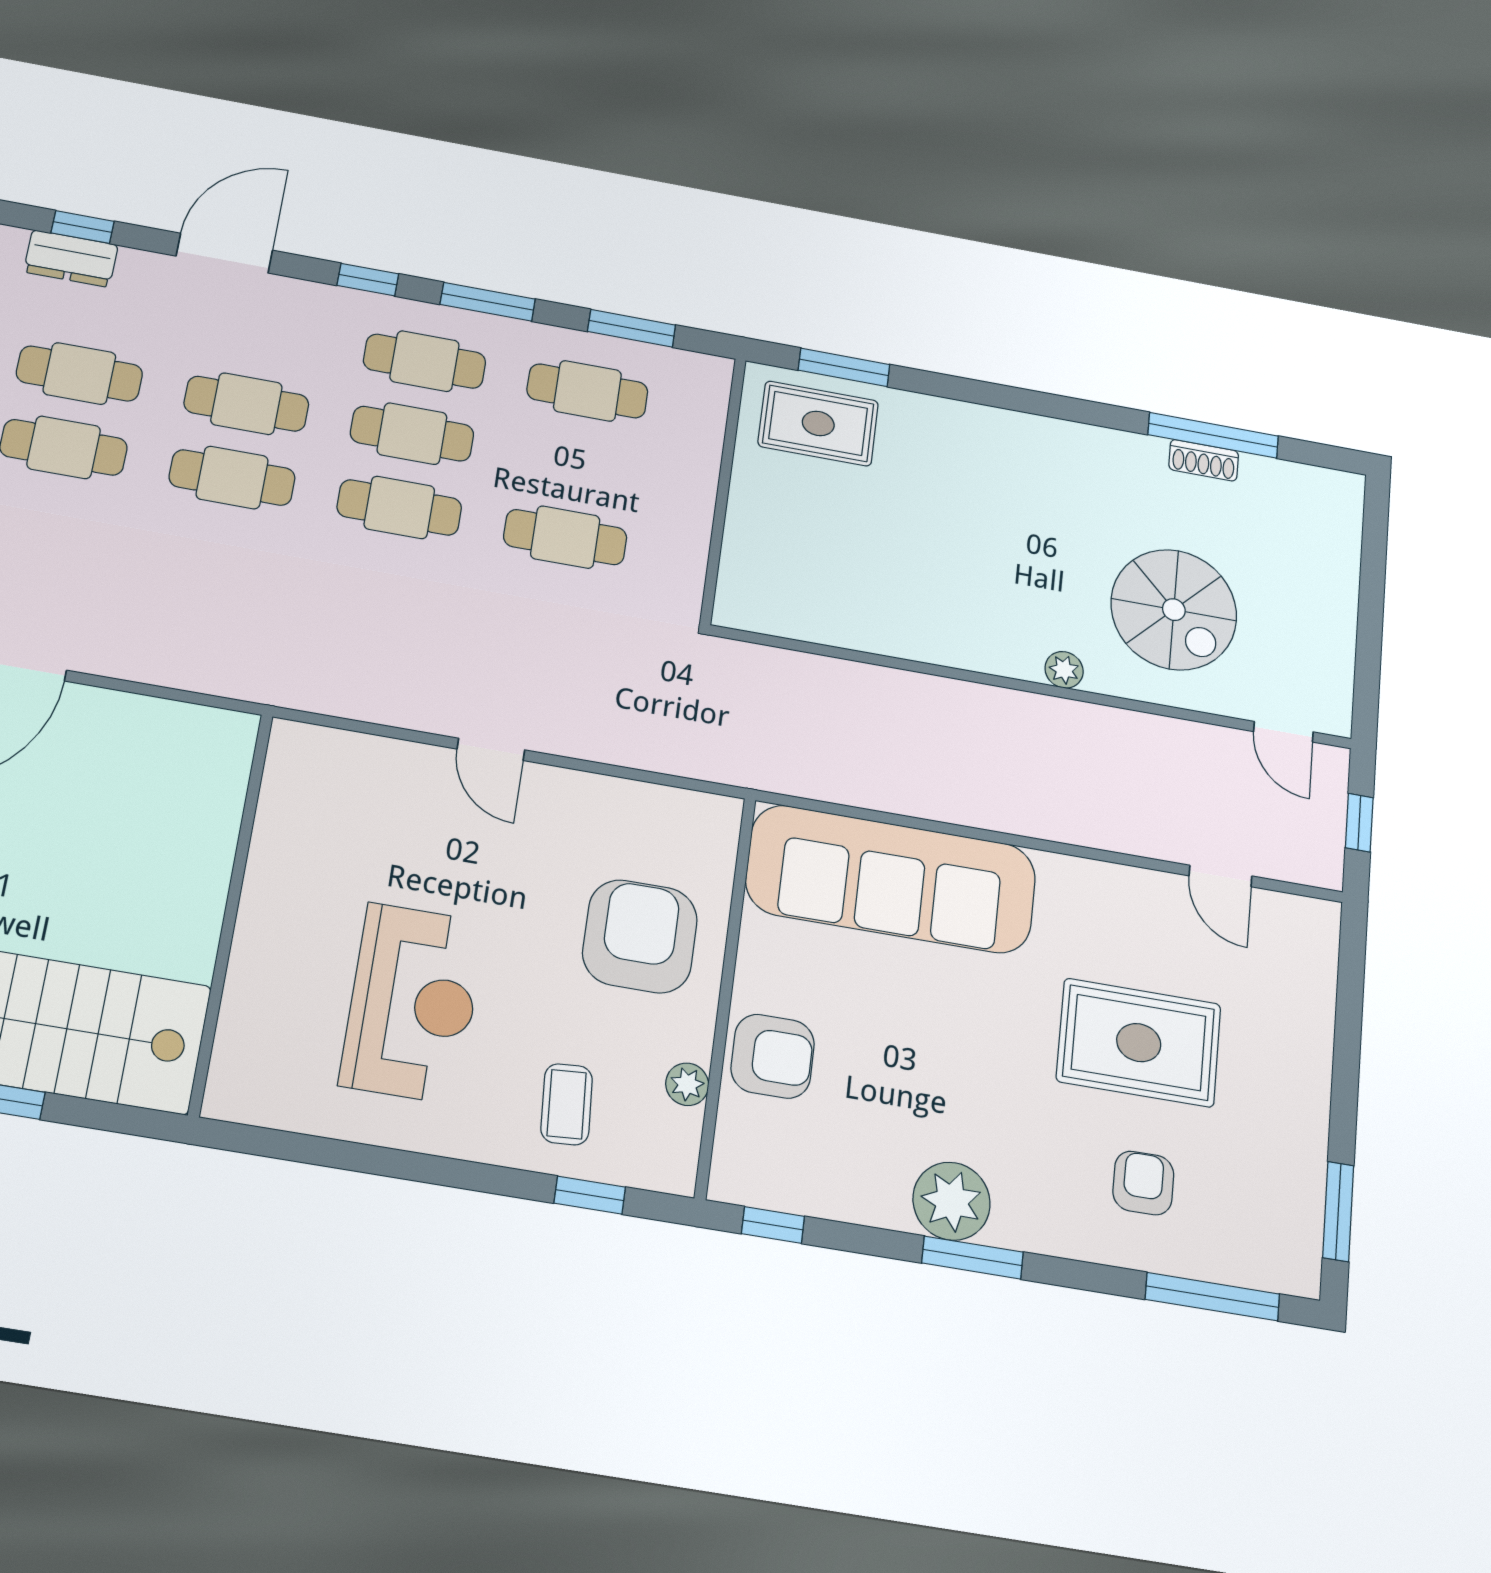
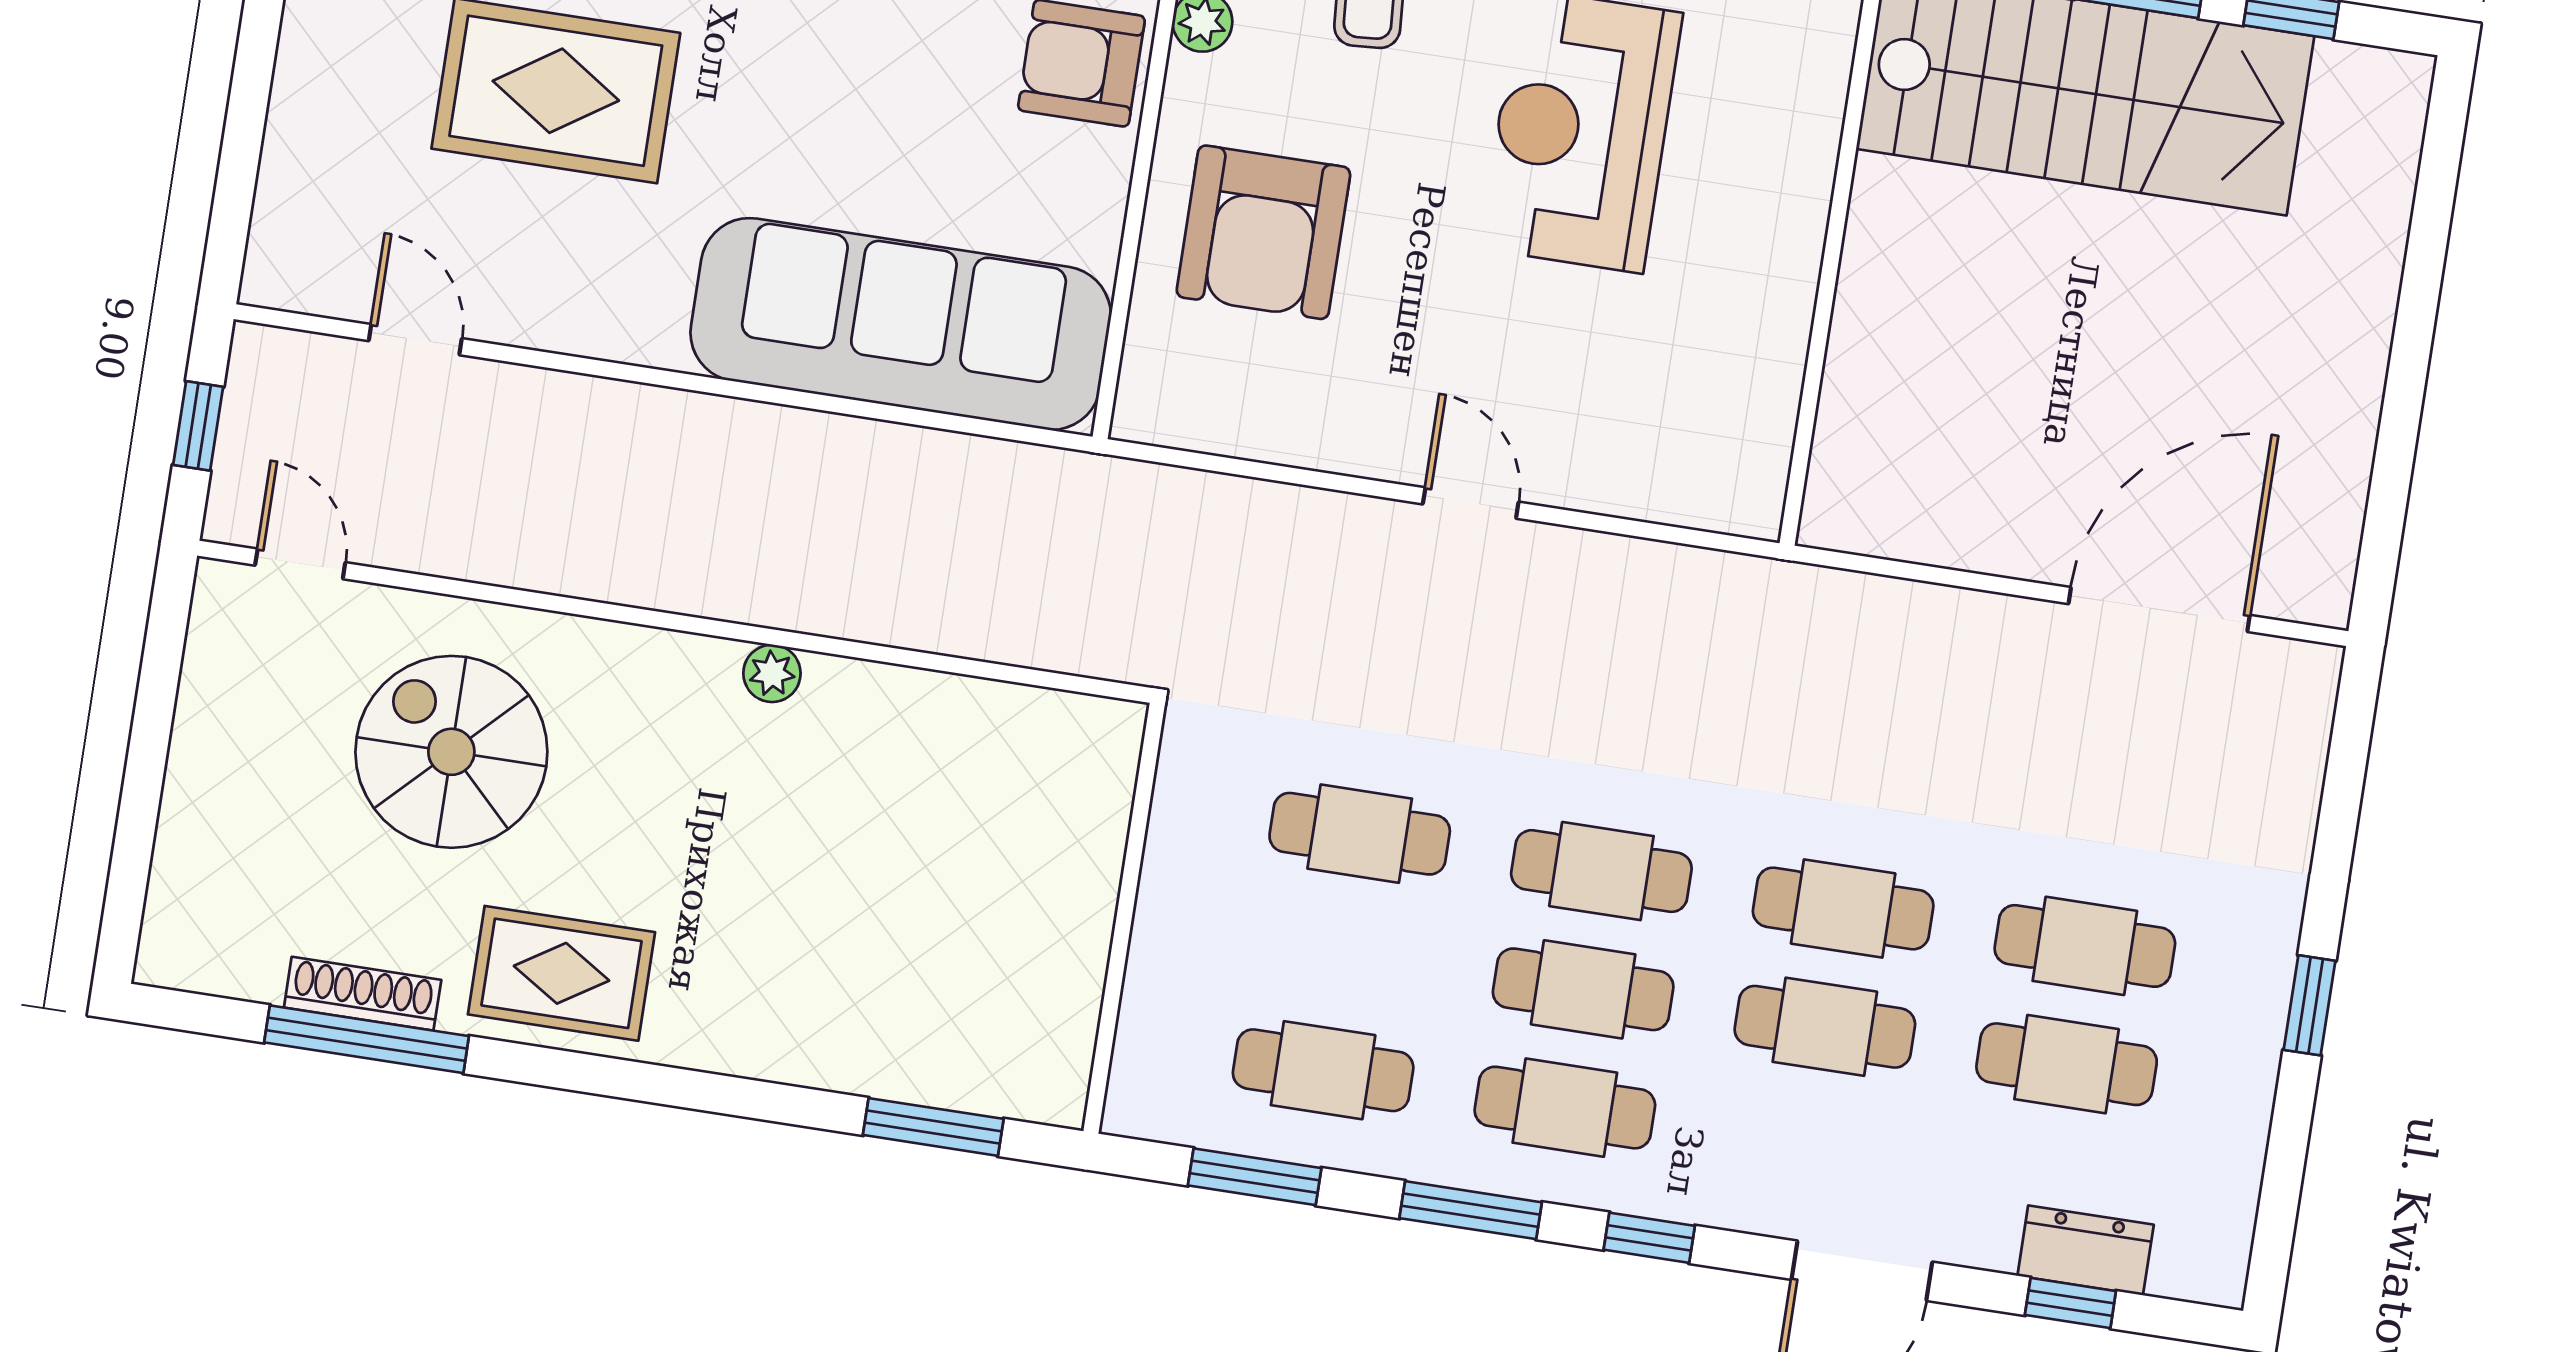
rug: (818, 423) -> (562, 973), moved
shoe rack: (1204, 460) -> (363, 994), width x1.43
plant: (1064, 670) -> (772, 673), moved

